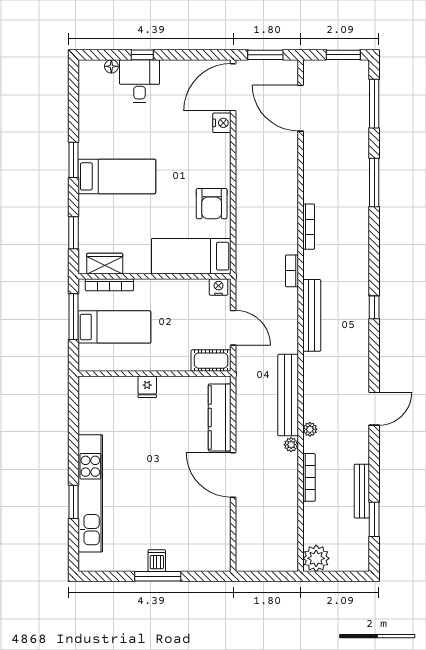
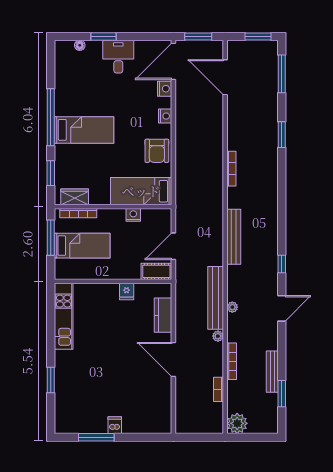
window: (142, 55) -> (103, 36), width x1.50
desk: (139, 81) -> (118, 57), moved
nightstand: (222, 158) -> (165, 116), added
window: (74, 160) -> (51, 117), width x2.11
window: (374, 183) -> (282, 135), width x0.69
bookcase: (292, 271) -> (219, 389), moved
nightstand: (219, 287) -> (133, 215), moved
window: (374, 307) -> (282, 264), moved
door: (233, 328) -> (173, 246), swing flipped
fridge: (147, 387) -> (127, 292), moved
kitchen counter: (220, 418) -> (163, 315), width x0.67
plant: (310, 429) -> (232, 307), moved
kitchen unit: (90, 493) -> (64, 316), moved, width x0.73
window: (158, 576) -> (96, 437), moved

